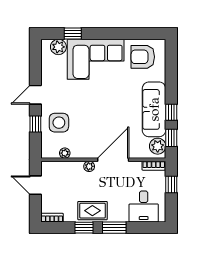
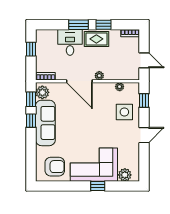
window: (73, 33) -> (98, 186), moved
window: (35, 124) -> (144, 100), moved
door: (113, 160) -> (79, 81), hinge flipped
window: (171, 185) -> (31, 49), moved
desk: (144, 206) -> (70, 42), moved

